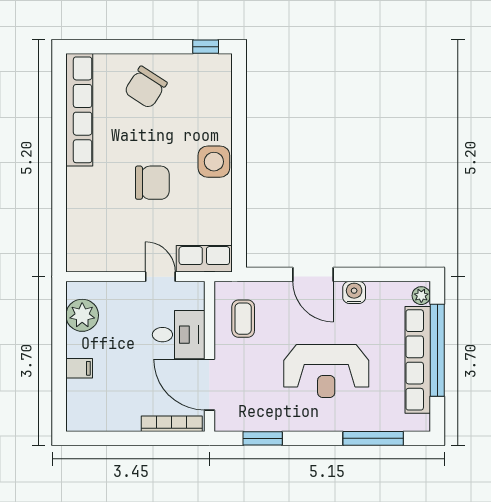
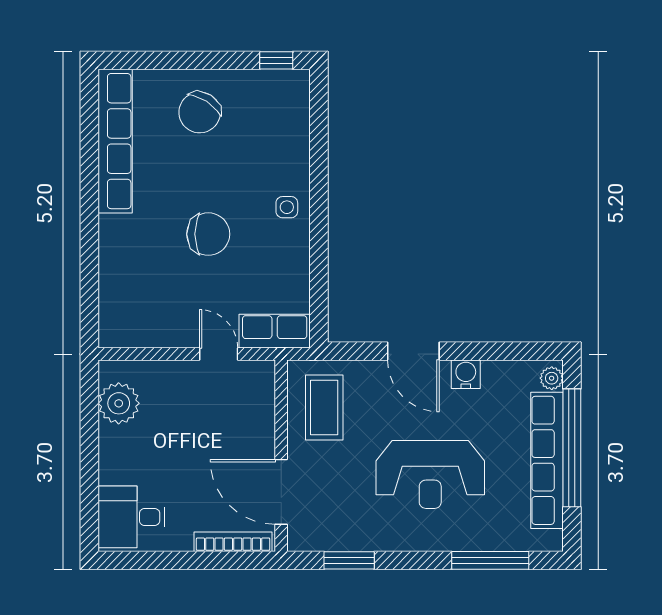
side table: (214, 162) -> (287, 207), width x0.54, depth x0.54
coffee table: (243, 319) -> (324, 408), width x1.36, depth x1.30
desk: (179, 335) -> (131, 517), moved, turned 180
filing cabinet: (79, 368) -> (115, 471), removed

